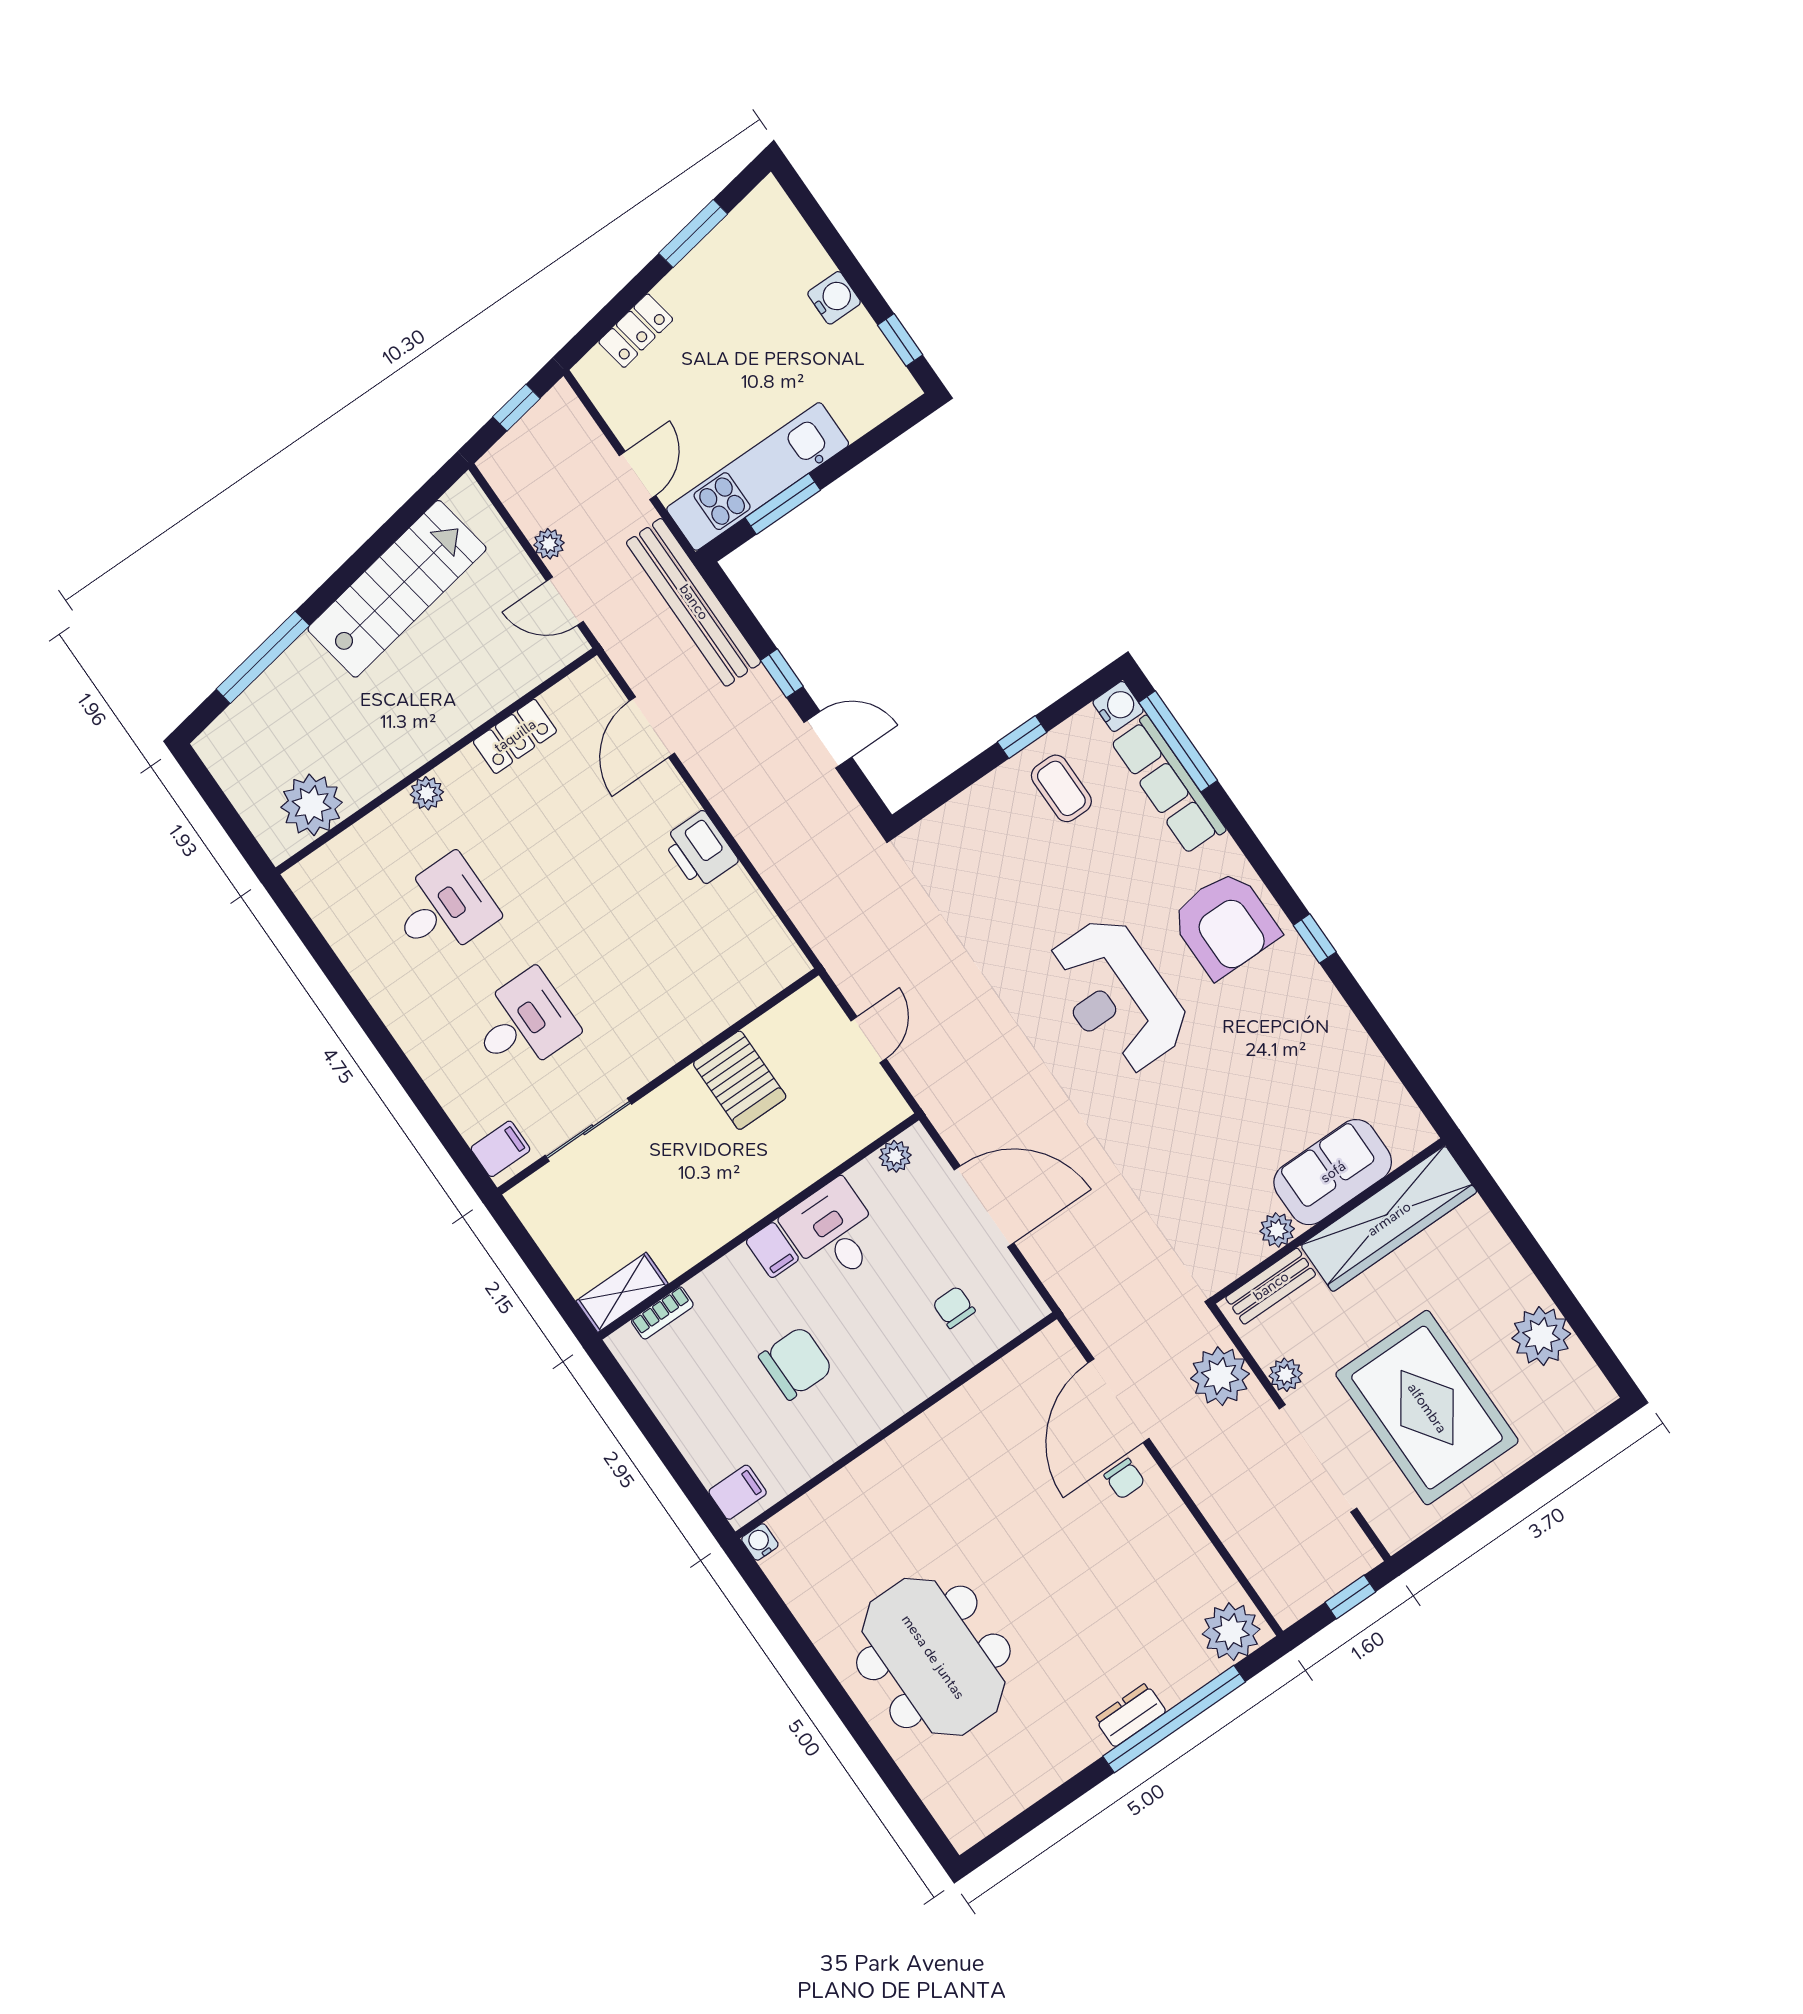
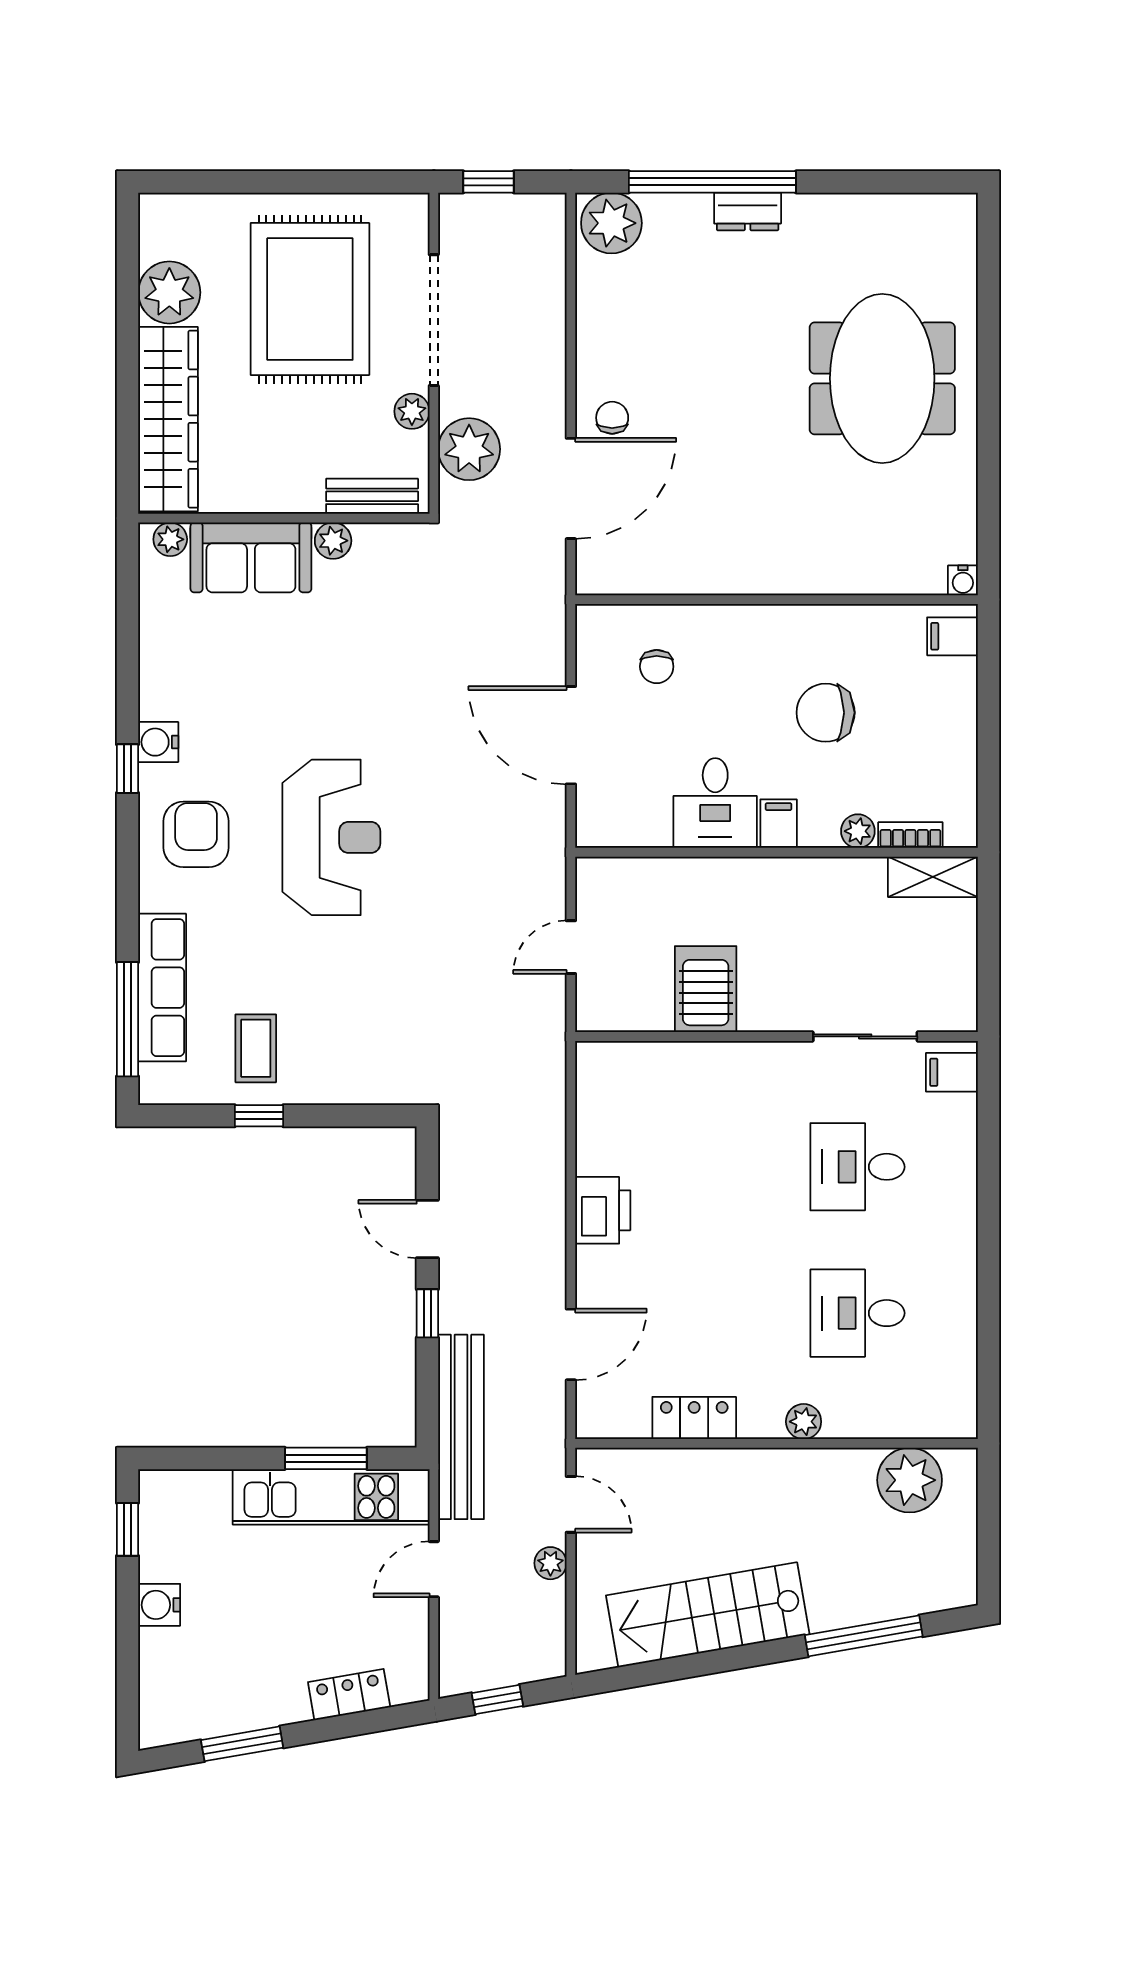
water cooler: (1118, 706) -> (158, 742), moved
armchair: (1225, 924) -> (196, 834), width x0.73, depth x0.73
plant: (1406, 1142) -> (170, 539), added
plant: (895, 1156) -> (858, 831), moved
wardrobe: (1389, 1219) -> (168, 419), moved, turned 90

